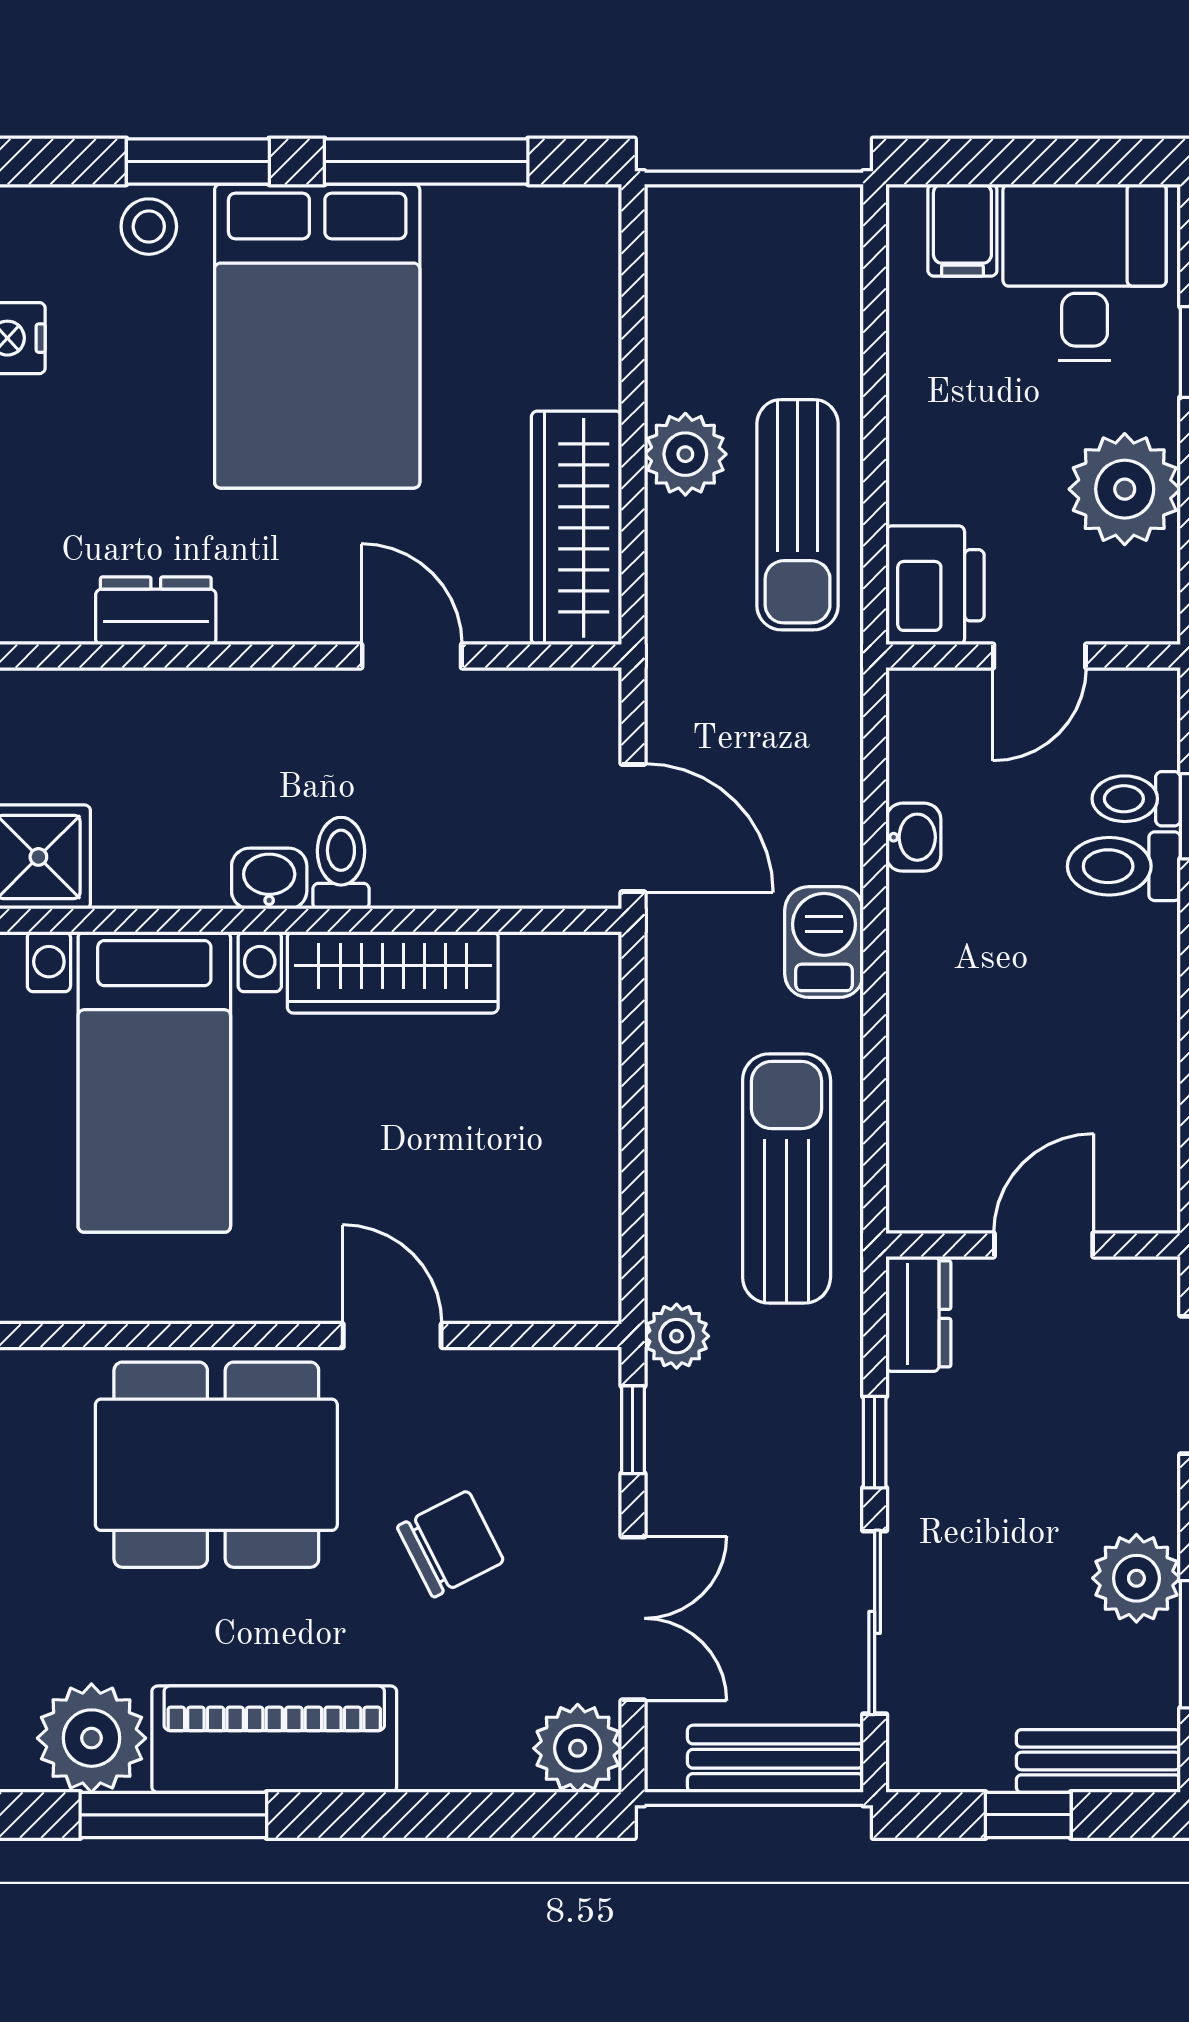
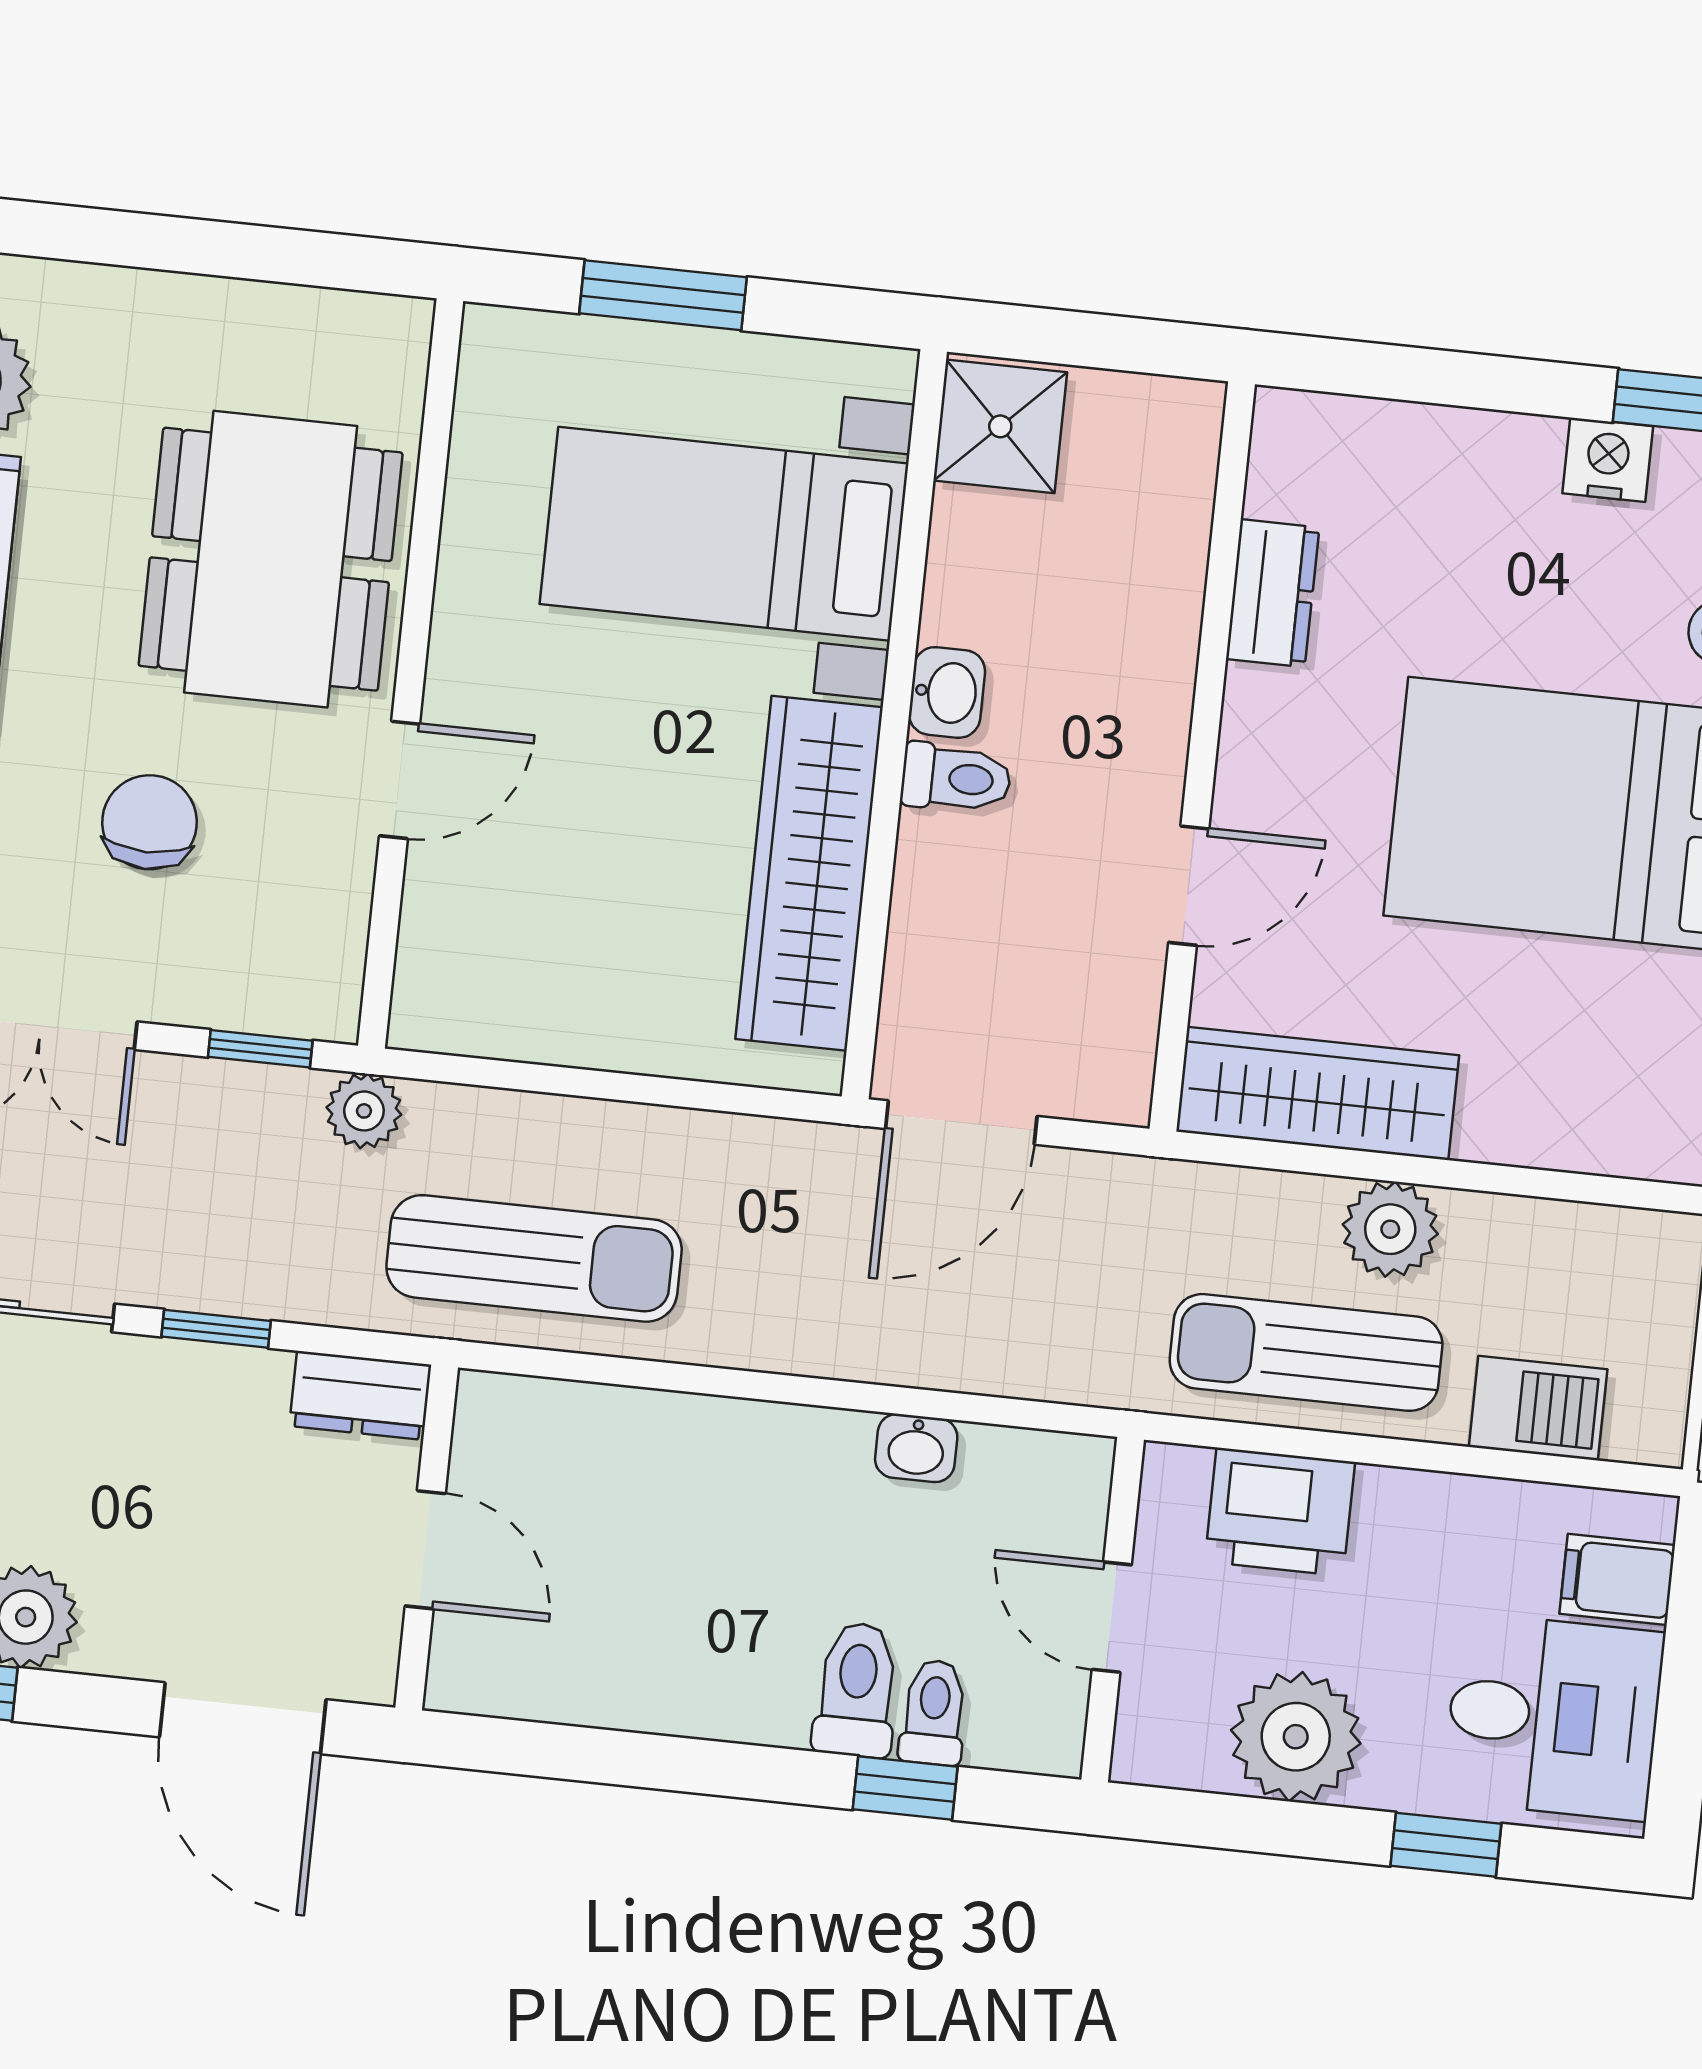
printer: (935, 585) -> (1280, 1512), moved
barbecue: (824, 942) -> (1538, 1408), moved
wardrobe: (393, 972) -> (809, 873), width x1.40, depth x1.17
chair: (451, 1544) -> (150, 822), turned -153

